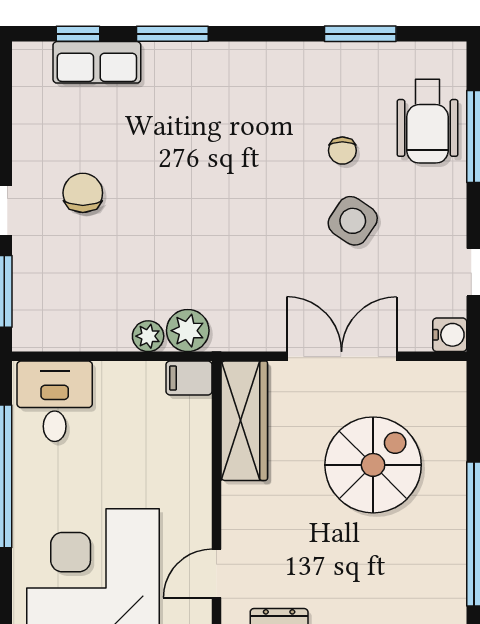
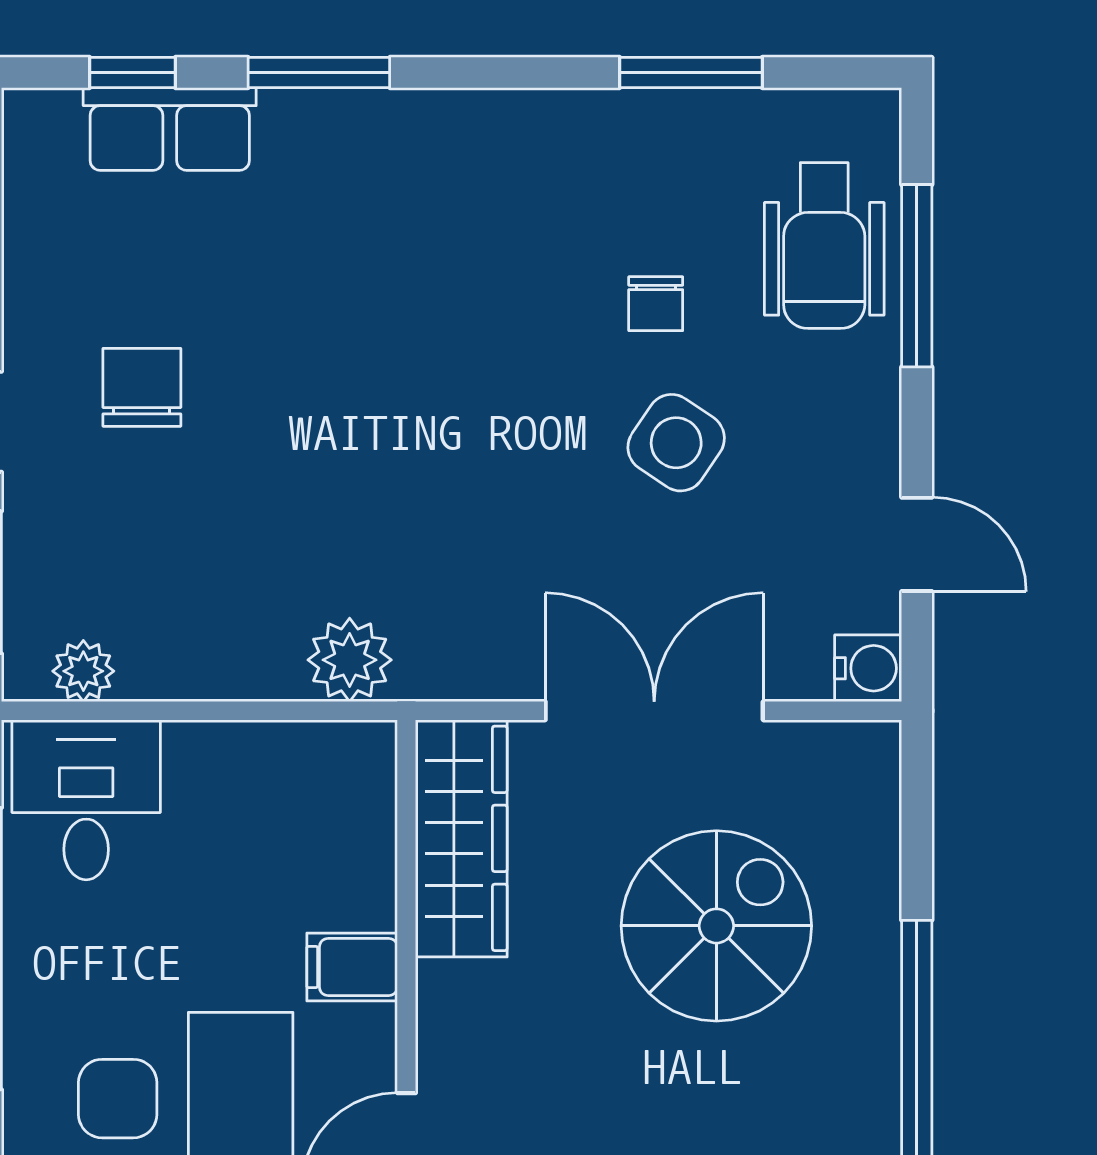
plant: (148, 336) -> (83, 671), moved
filing cabinet: (189, 378) -> (352, 967), moved

